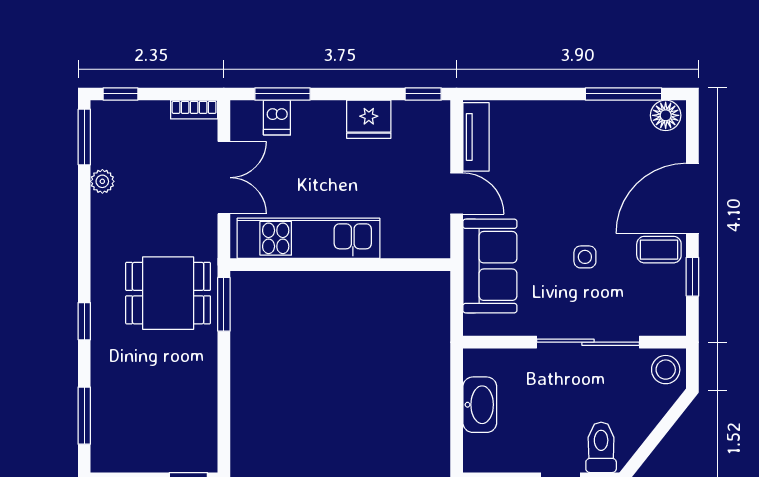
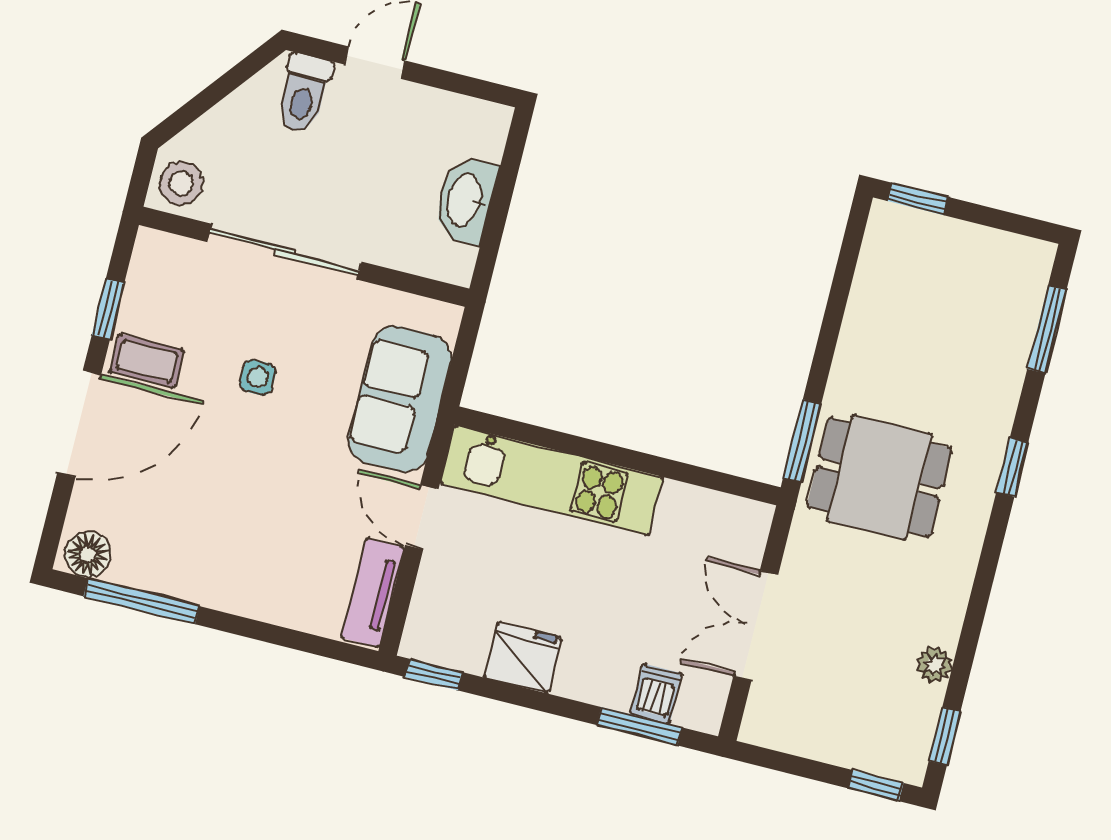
bookcase: (194, 110) -> (774, 736), removed
window: (84, 137) -> (945, 736), width x0.67
kitchen unit: (309, 238) -> (551, 480), moved

